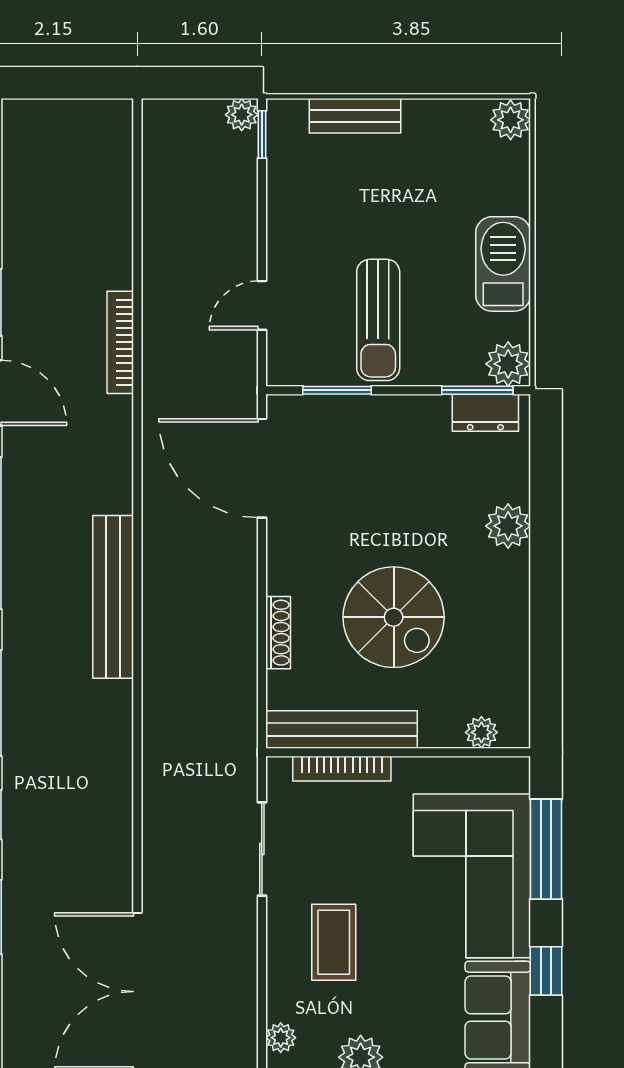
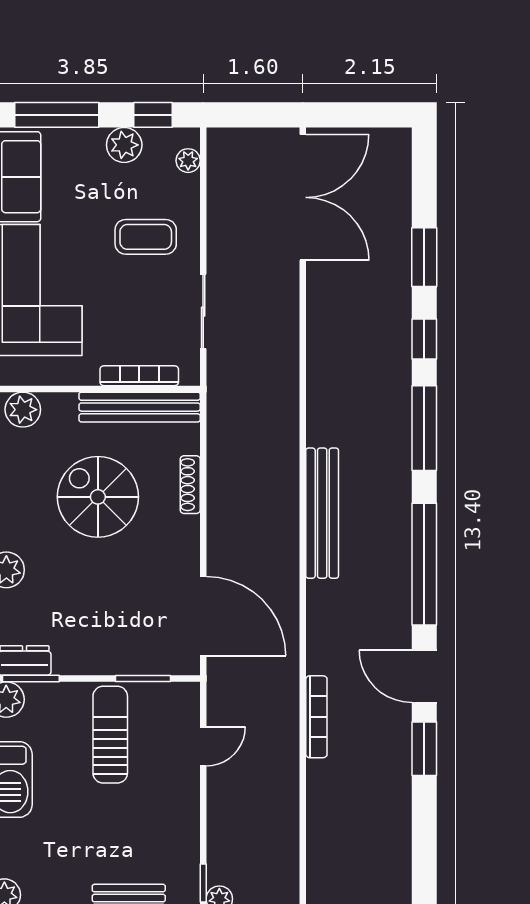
plant: (481, 732) -> (23, 410), width x1.38, depth x1.38
coffee table: (334, 942) -> (146, 237), turned 90

